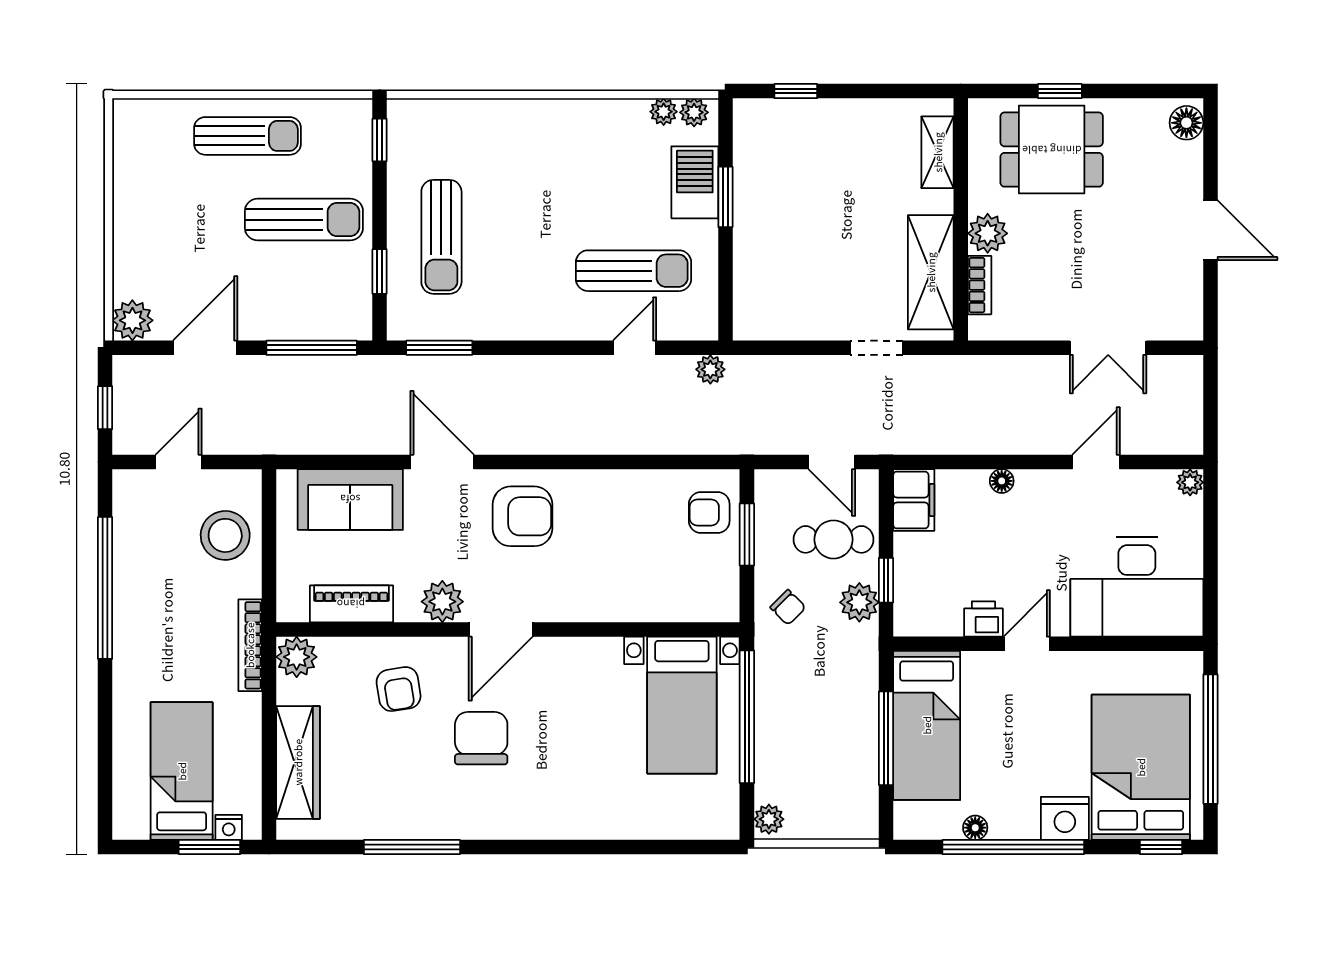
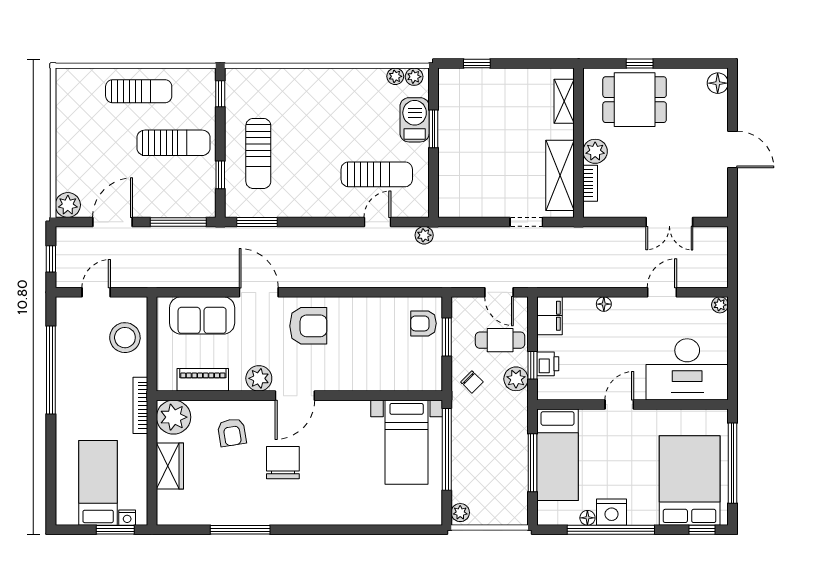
printer: (983, 619) -> (548, 364), moved, turned 90
plant: (297, 657) -> (174, 417), width x1.36, depth x1.36
wardrobe: (298, 762) -> (170, 466), width x0.67
nightstand: (1065, 818) -> (612, 512), moved

